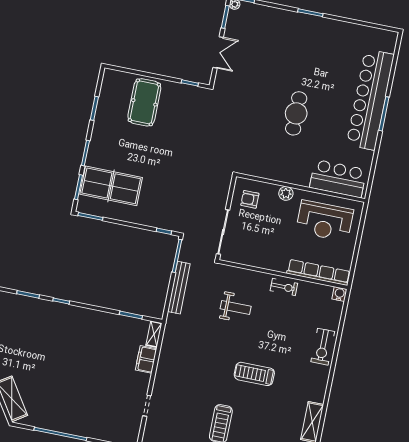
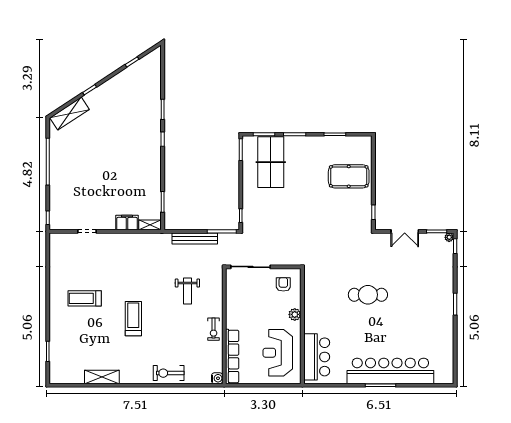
cafe table: (296, 113) -> (368, 295), moved

